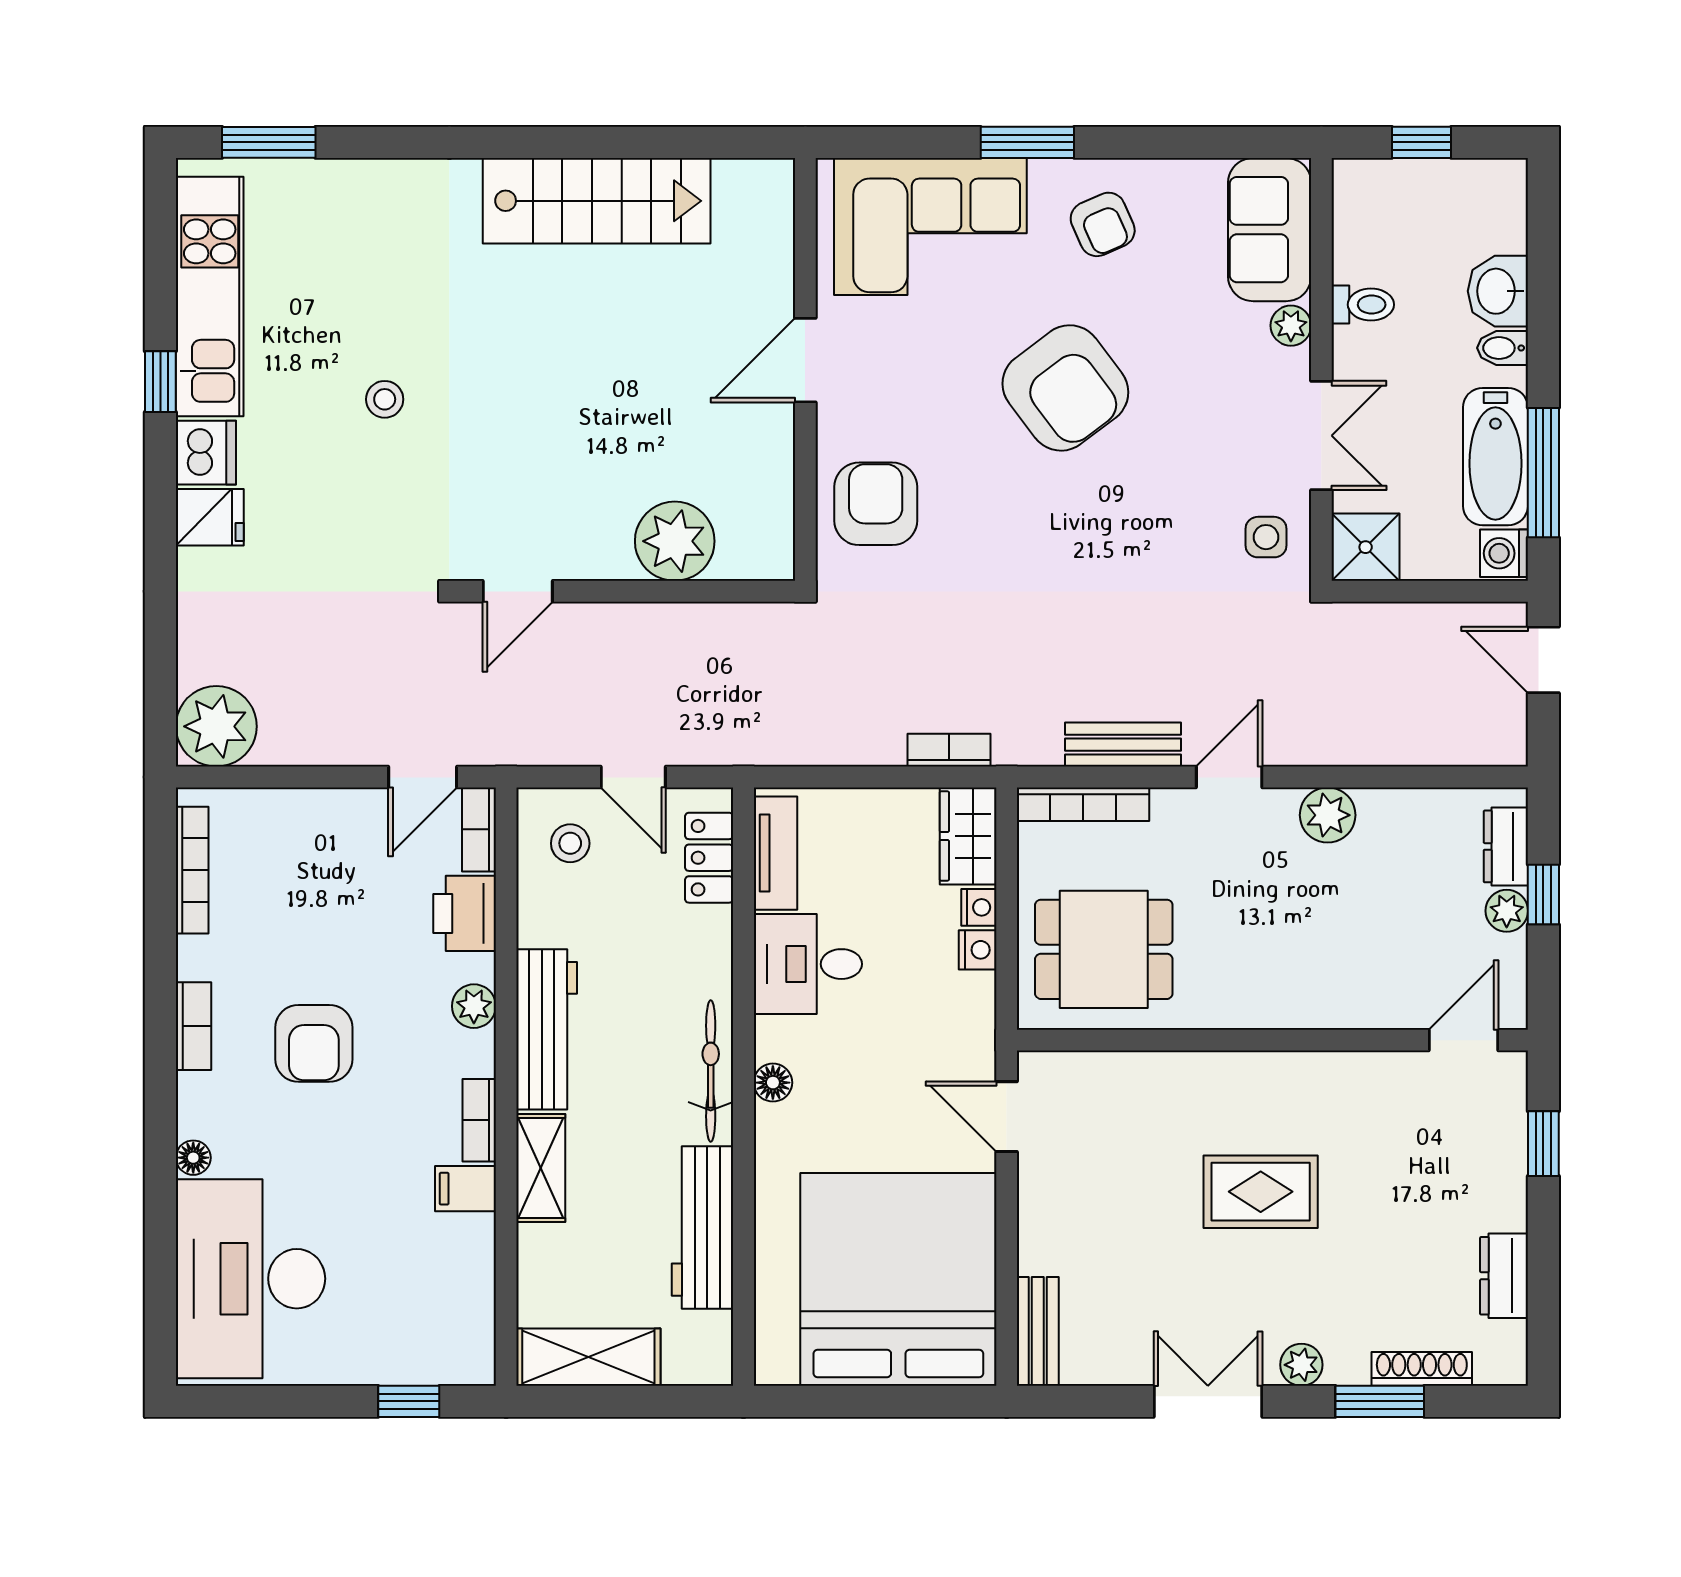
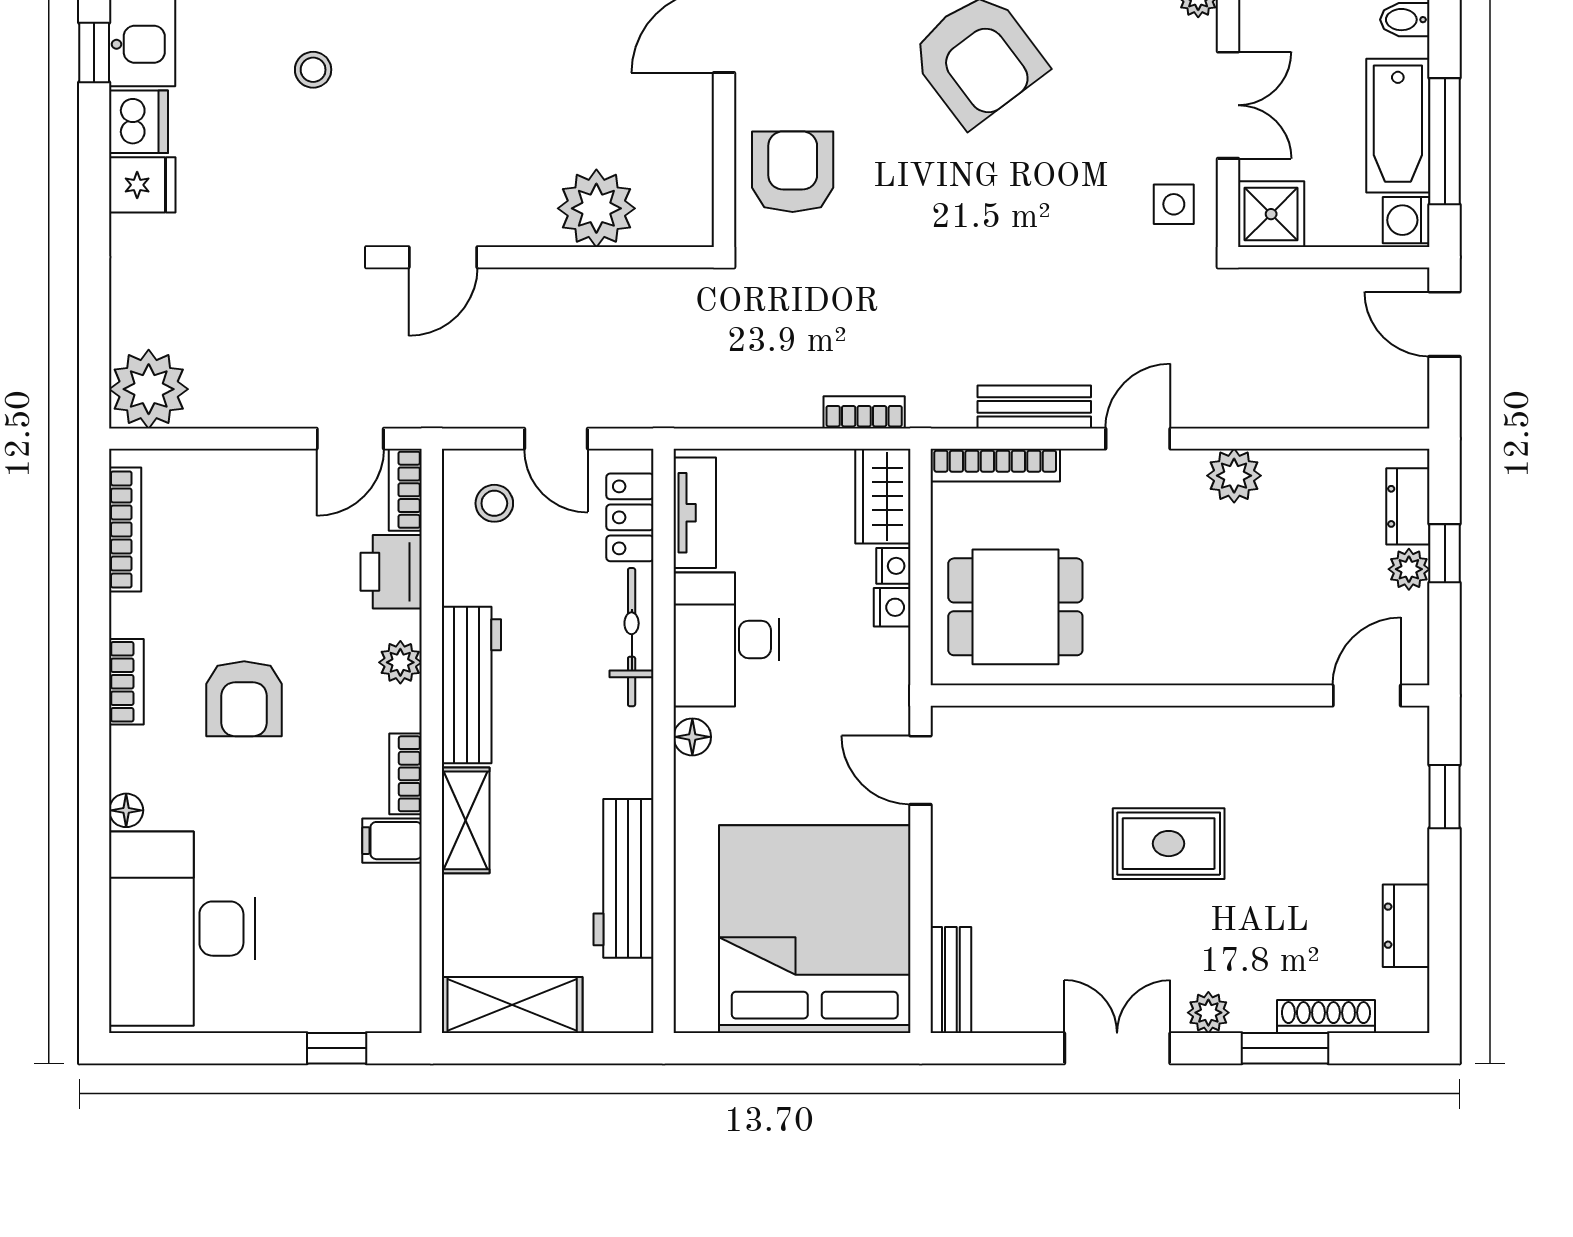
desk: (808, 964) -> (726, 639), width x1.37
bicycle: (711, 1071) -> (632, 637), moved

